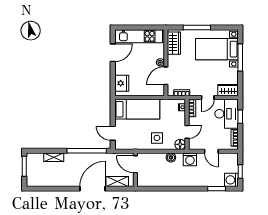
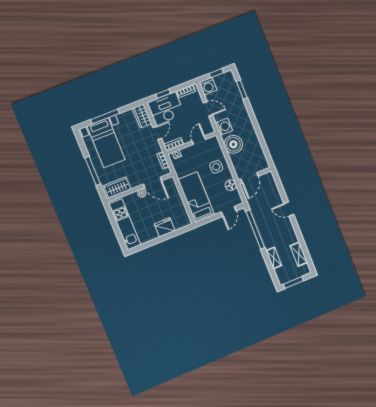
door: (113, 53) -> (151, 243), removed
fridge: (122, 83) -> (165, 227), moved
door: (208, 98) -> (157, 133), hinge flipped
door: (187, 132) -> (199, 140), hinge flipped
floor lamp: (180, 144) -> (231, 185), moved
door: (211, 151) -> (208, 109), hinge flipped
boiler: (171, 157) -> (233, 144), width x1.86, depth x1.86
washing machine: (231, 180) -> (208, 86), moved
shelving: (117, 181) -> (299, 254), moved
door: (93, 189) -> (289, 209), width x0.53

